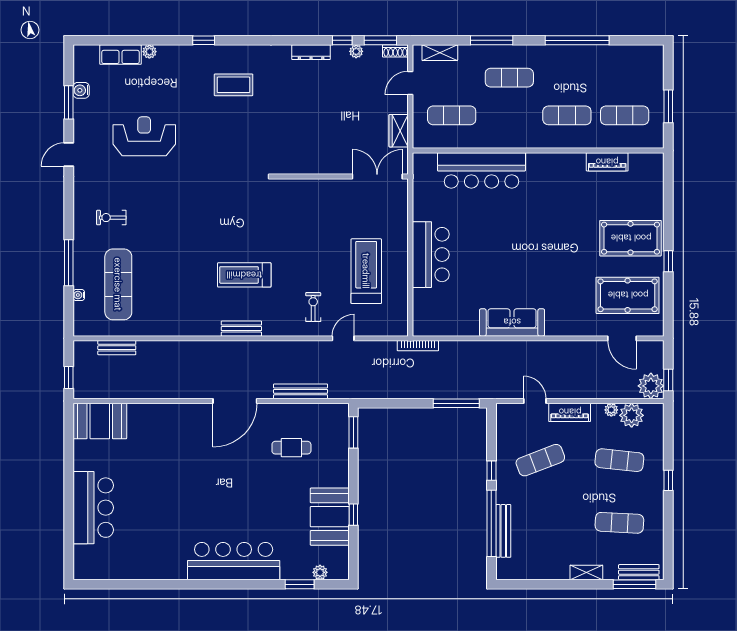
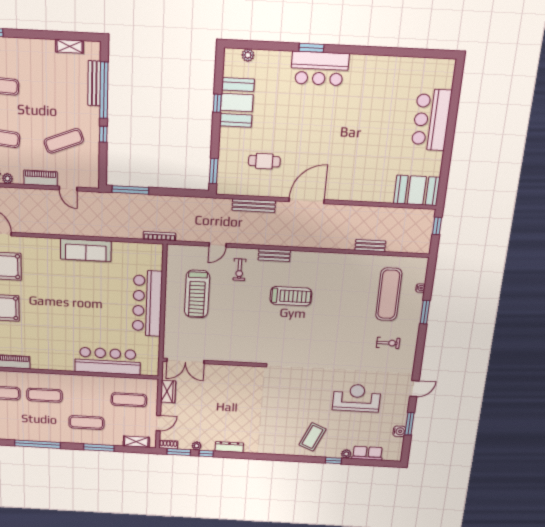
window: (204, 40) -> (333, 461), moved
coffee table: (234, 85) -> (312, 437), moved, turned -67
reception desk: (144, 136) -> (357, 398), turned 180
bar counter: (431, 255) -> (147, 303), width x1.36
window: (69, 263) -> (425, 312), width x0.69
bench: (241, 329) -> (274, 255), moved
bench: (117, 348) -> (370, 246), moved
bar counter: (234, 561) -> (320, 68), width x0.73
shelving: (586, 572) -> (70, 46), moved
window: (300, 584) -> (311, 48), moved

